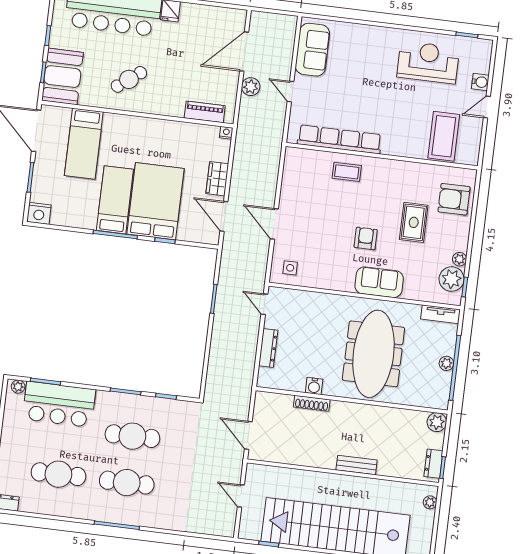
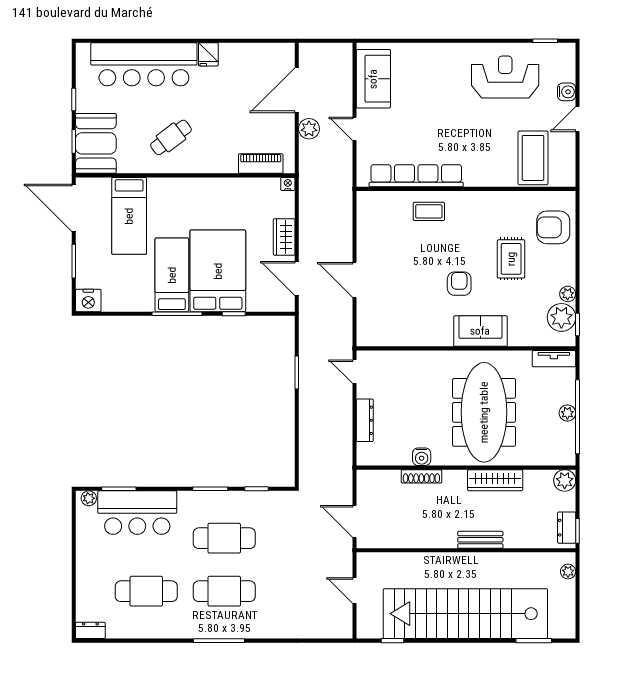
side table: (290, 268) -> (378, 327), removed
wardrobe: (376, 414) -> (495, 480), added

